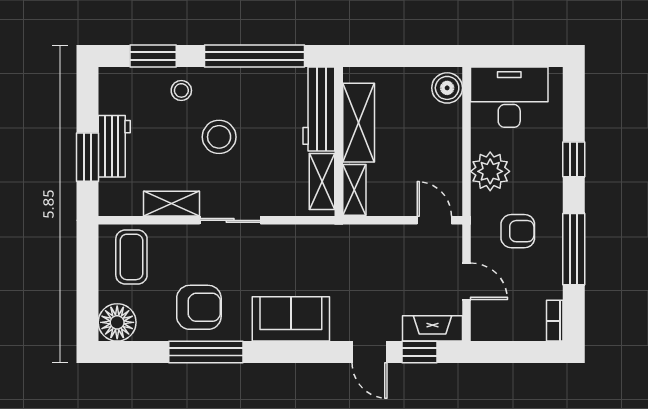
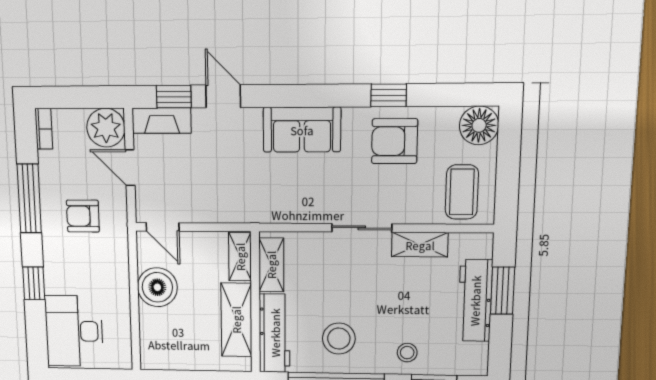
boiler: (447, 88) -> (157, 287), moved, width x1.37, depth x1.37
desk: (509, 97) -> (74, 331), moved, turned 90
stool: (219, 137) -> (339, 339), moved
workbench: (114, 146) -> (475, 301), width x1.38
plant: (490, 171) -> (106, 128), moved
window: (206, 352) -> (389, 95), width x0.46

